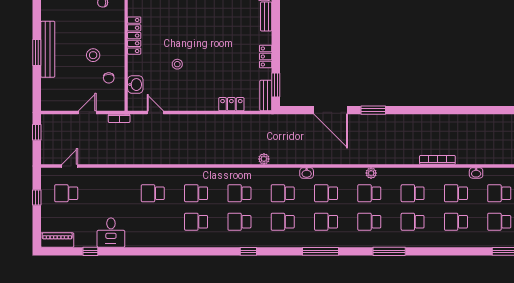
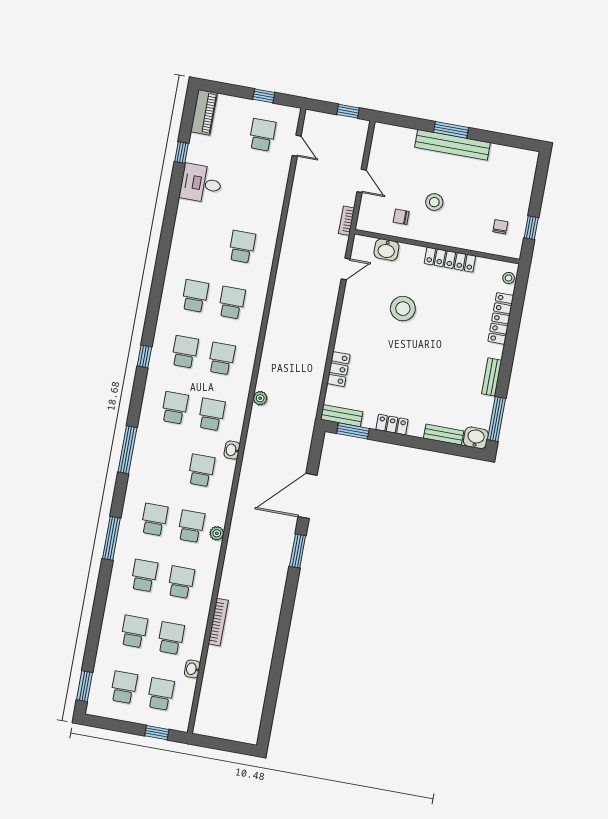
stool: (177, 64) -> (403, 309), width x1.89, depth x1.89
school desk: (326, 222) -> (164, 464), removed

